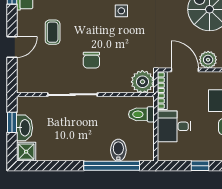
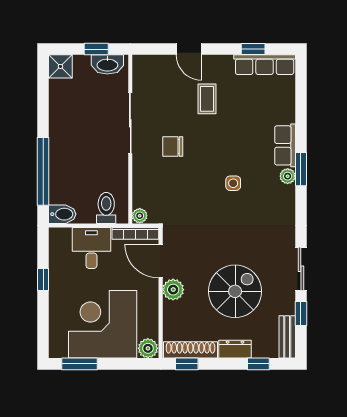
coffee table: (53, 32) -> (207, 99), turned 90
door: (185, 70) -> (161, 261), swing flipped
plant: (142, 82) -> (140, 216), width x0.53, depth x0.53
washbasin: (24, 128) -> (107, 64), moved
bidet: (118, 150) -> (62, 214), moved

